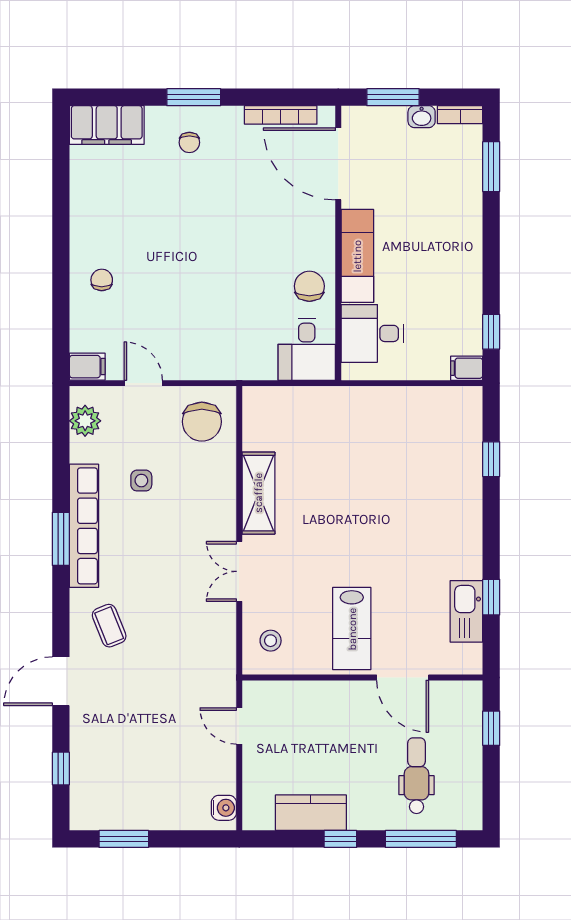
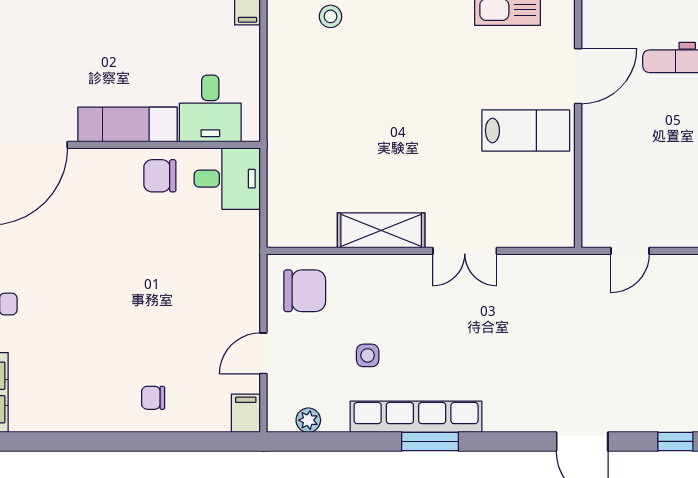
plant: (85, 421) -> (308, 420), width x0.73, depth x0.73
coffee table: (109, 626) -> (523, 390), removed
stool: (271, 641) -> (331, 16), moved

